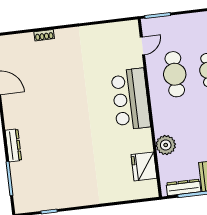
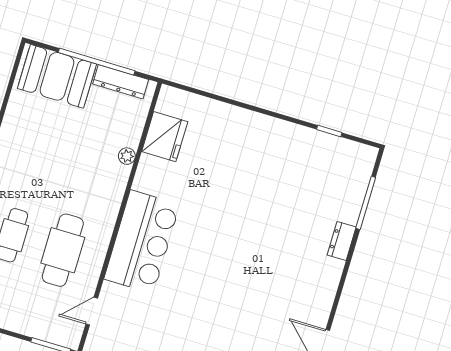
dresser: (13, 145) -> (342, 241), width x0.70
plant: (166, 145) -> (127, 156), width x0.53, depth x0.53

